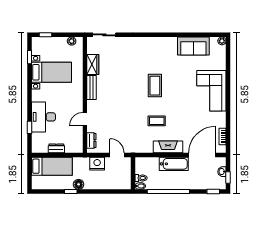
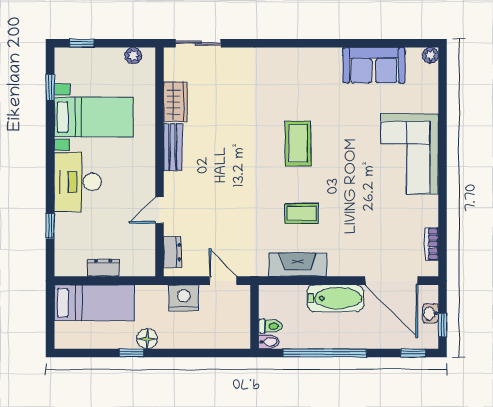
desk: (43, 117) -> (78, 182), moved
fireplace: (168, 147) -> (298, 265), moved
door: (202, 155) -> (391, 281), swing flipped

